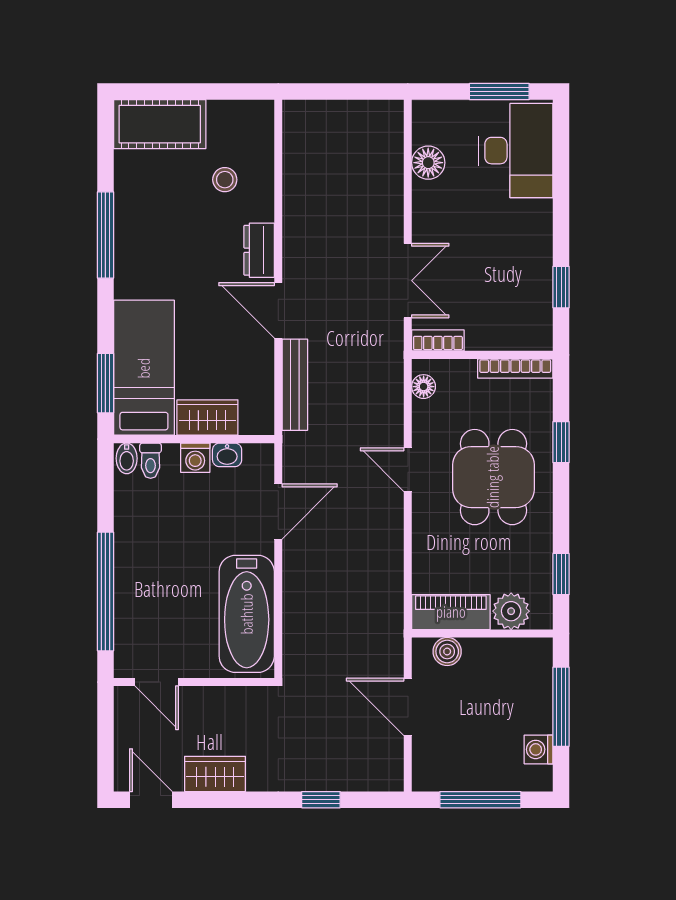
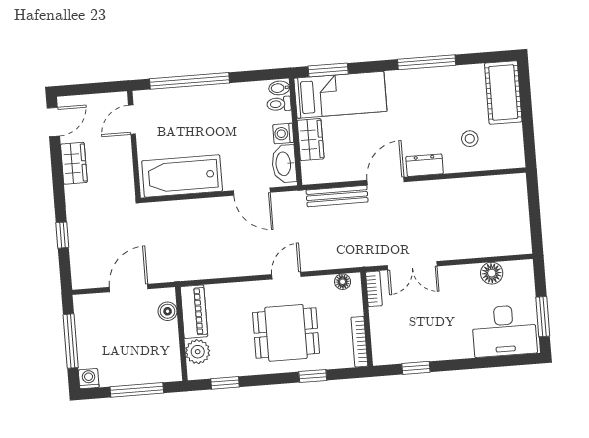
washbasin: (227, 455) -> (284, 164), width x1.91, depth x1.45
washing machine: (539, 749) -> (89, 379), moved

